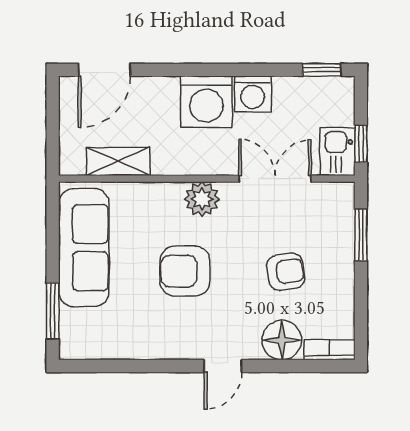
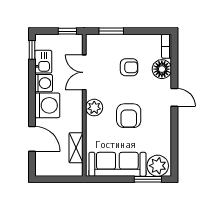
door: (104, 70) -> (32, 139), moved
kitchen sink: (338, 152) -> (43, 62), moved, turned -90
armchair: (286, 272) -> (129, 67), turned 98
plant: (81, 331) -> (158, 166), added

